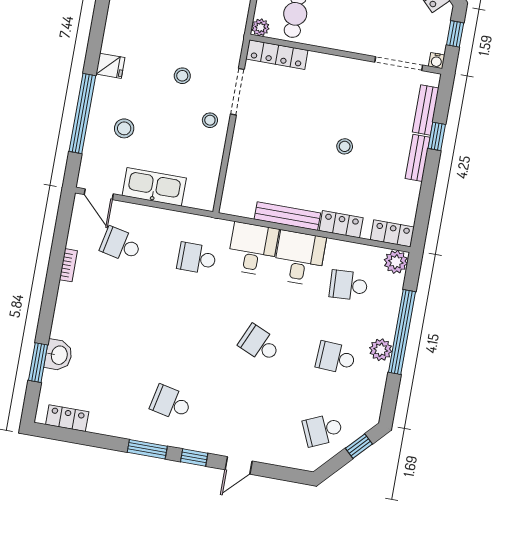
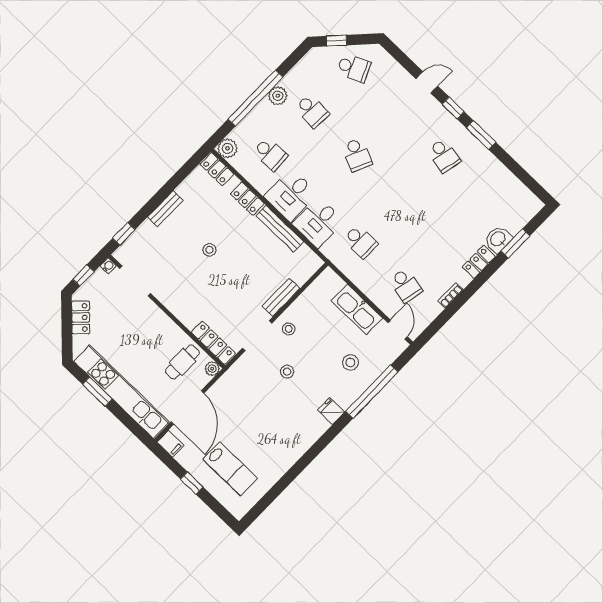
bench: (426, 110) -> (281, 297), moved
window: (437, 136) -> (124, 234), moved
locker: (67, 418) -> (479, 262), moved, turned 90

